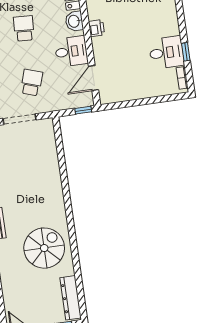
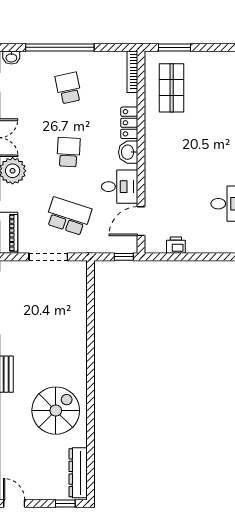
printer: (97, 28) -> (176, 245), moved, turned -90
school desk: (32, 83) -> (68, 216), width x1.85

